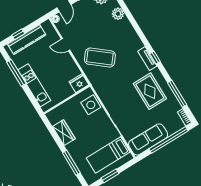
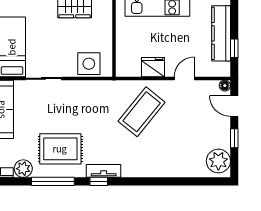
plant: (118, 14) -> (23, 169), moved
window: (18, 34) -> (234, 48), moved
fridge: (79, 83) -> (153, 67), moved, turned -90
window: (177, 94) -> (53, 181), moved

